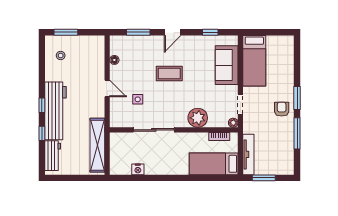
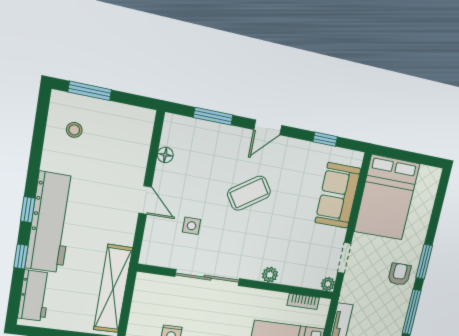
bed: (254, 61) -> (387, 198), width x1.50
coffee table: (169, 74) -> (249, 193), turned -34
plant: (198, 118) -> (270, 275), width x0.53, depth x0.53

